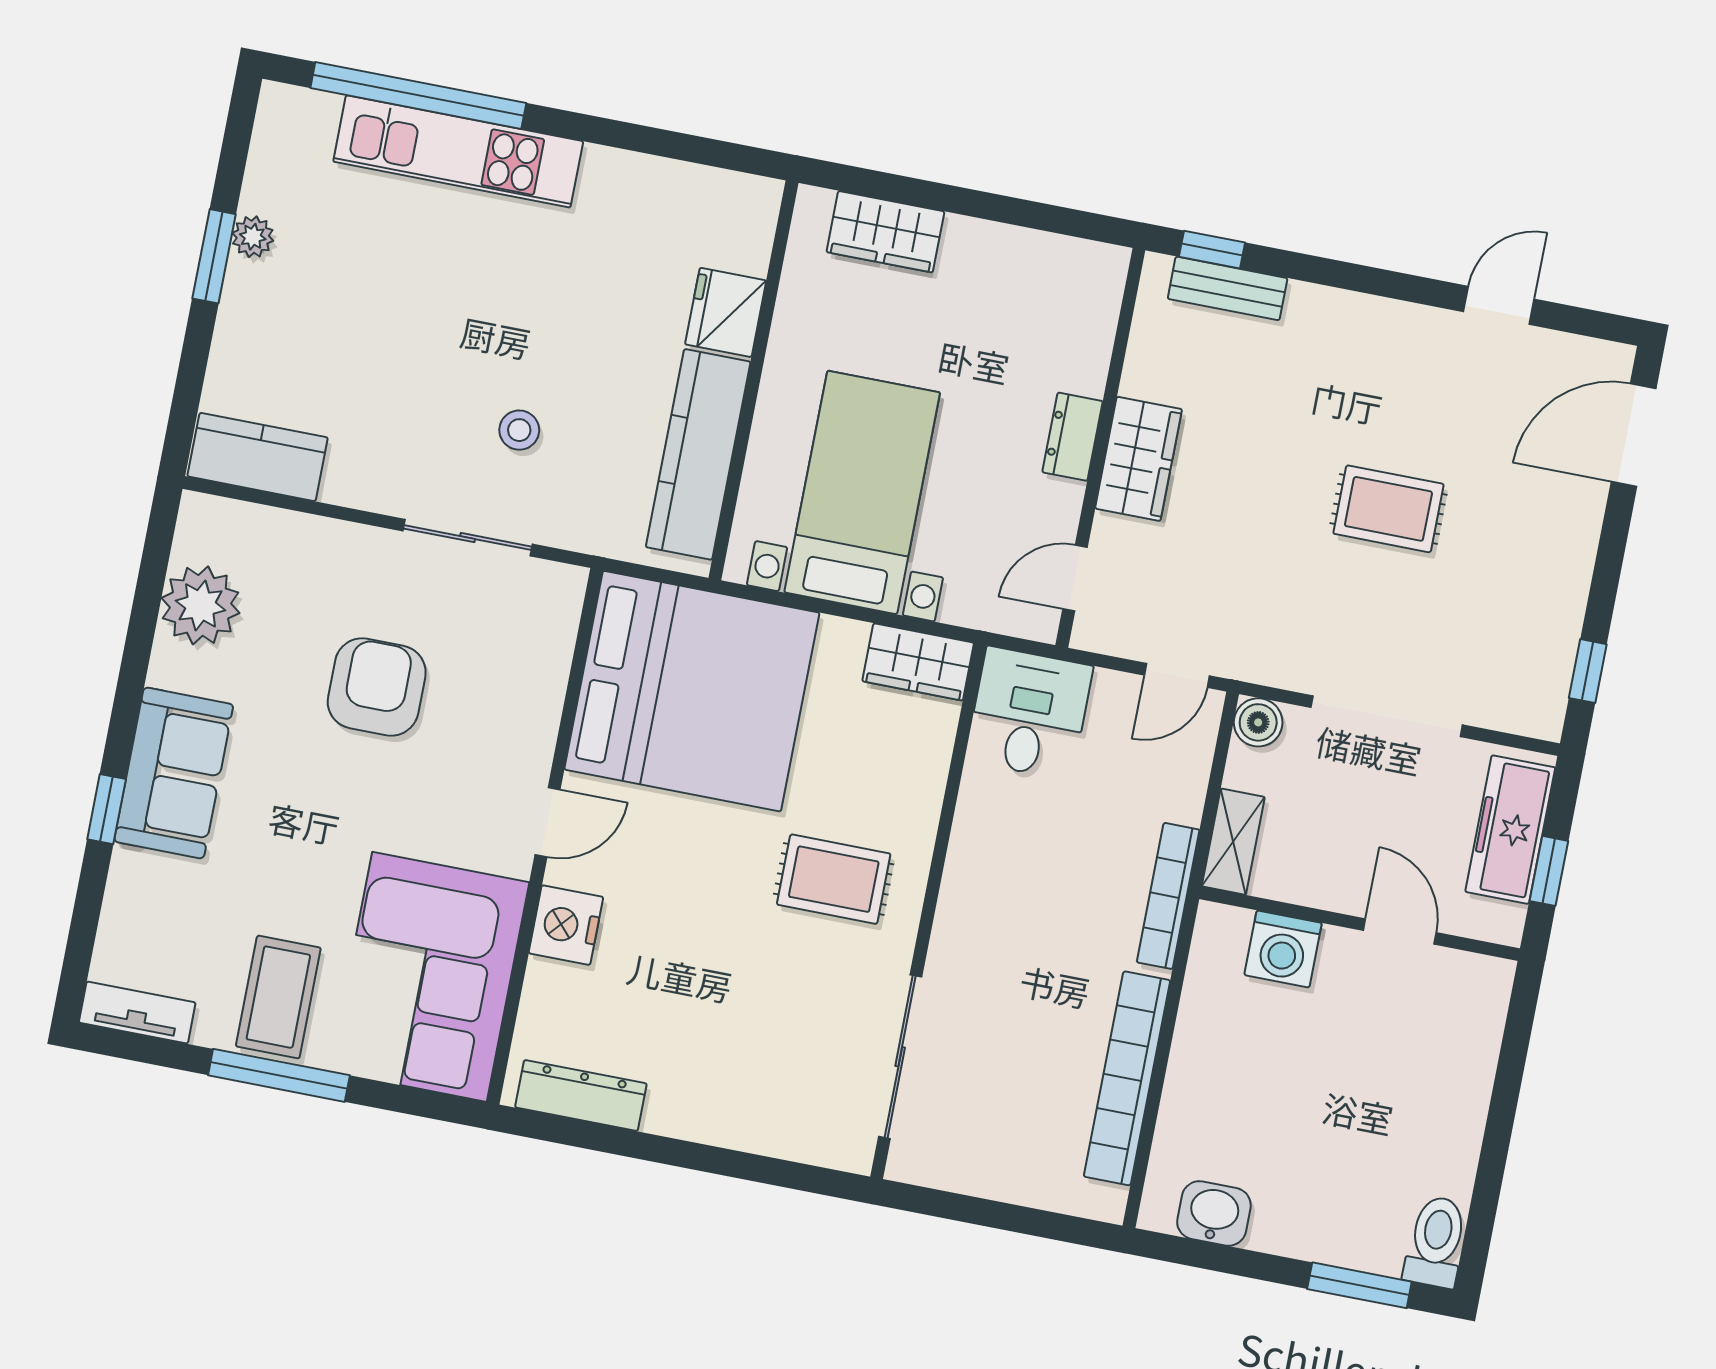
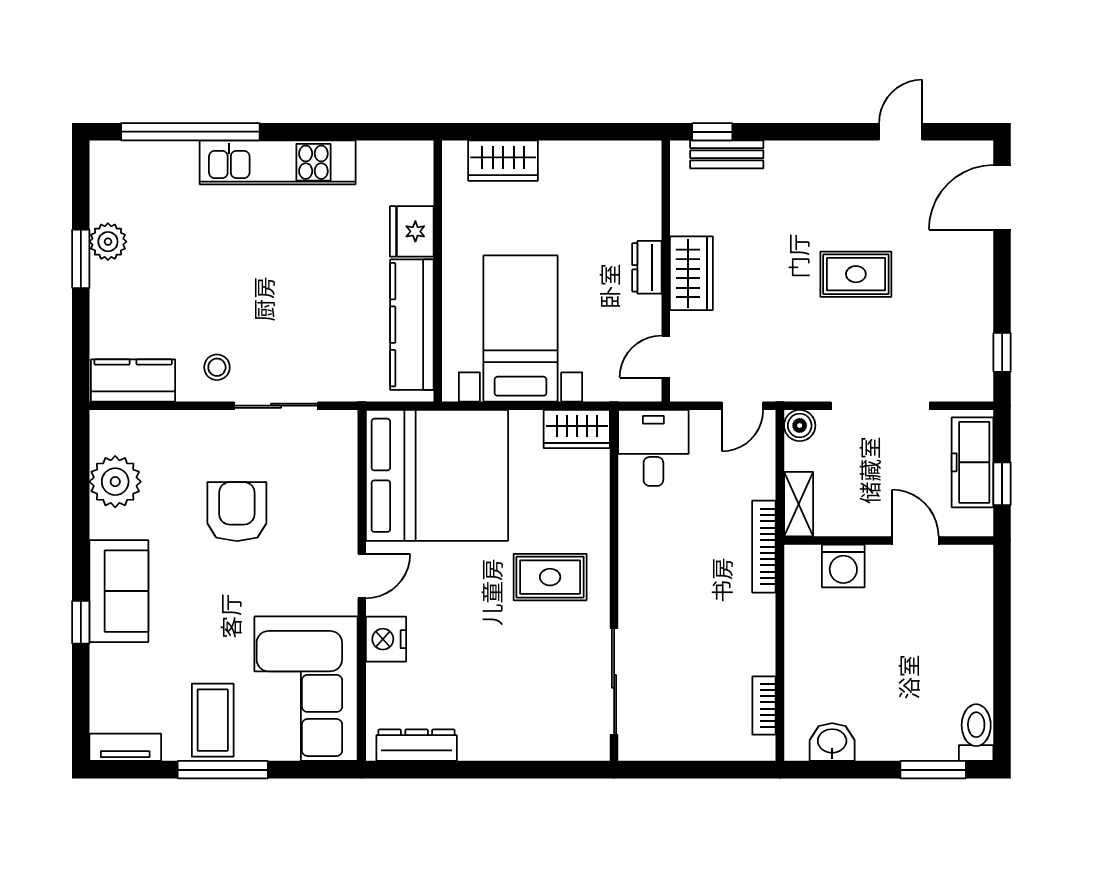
kitchen unit: (458, 151) -> (278, 162), moved
plant: (253, 237) -> (108, 242), width x1.38, depth x1.38
stool: (519, 430) -> (217, 367), moved
bookcase: (1127, 1078) -> (764, 705), width x0.43, depth x0.76

